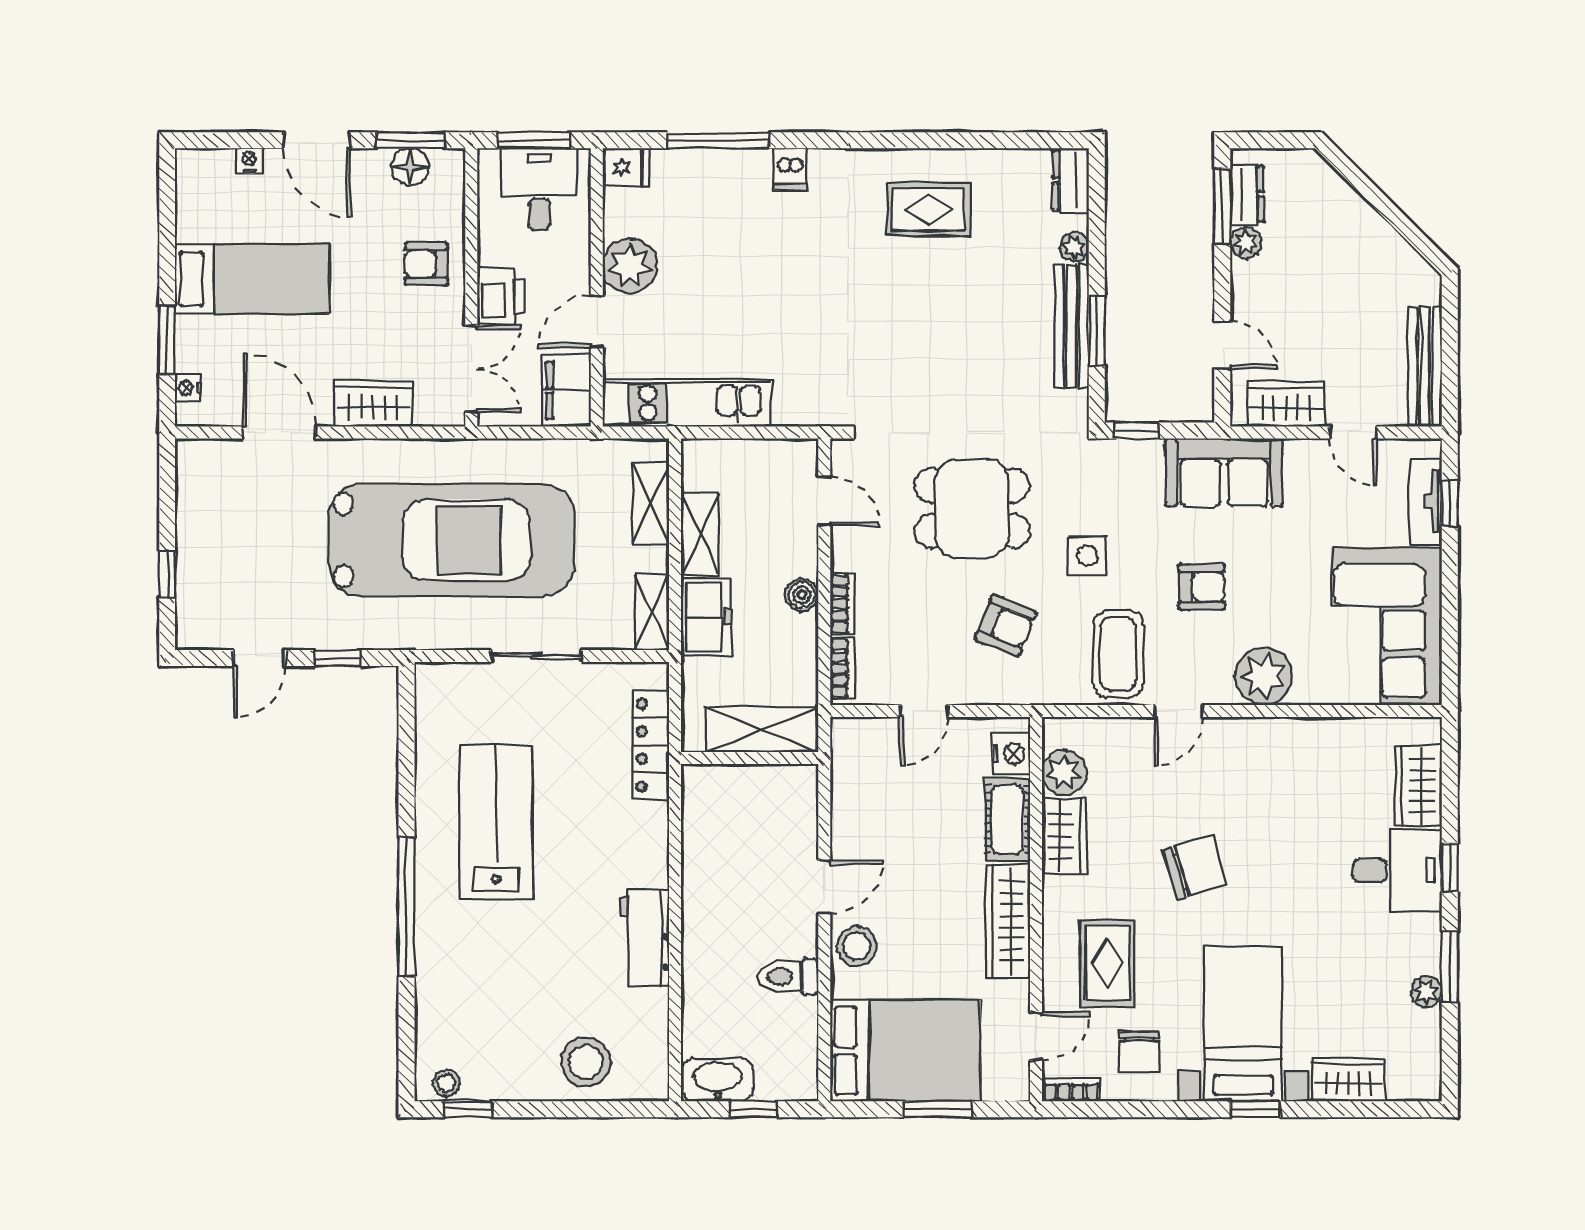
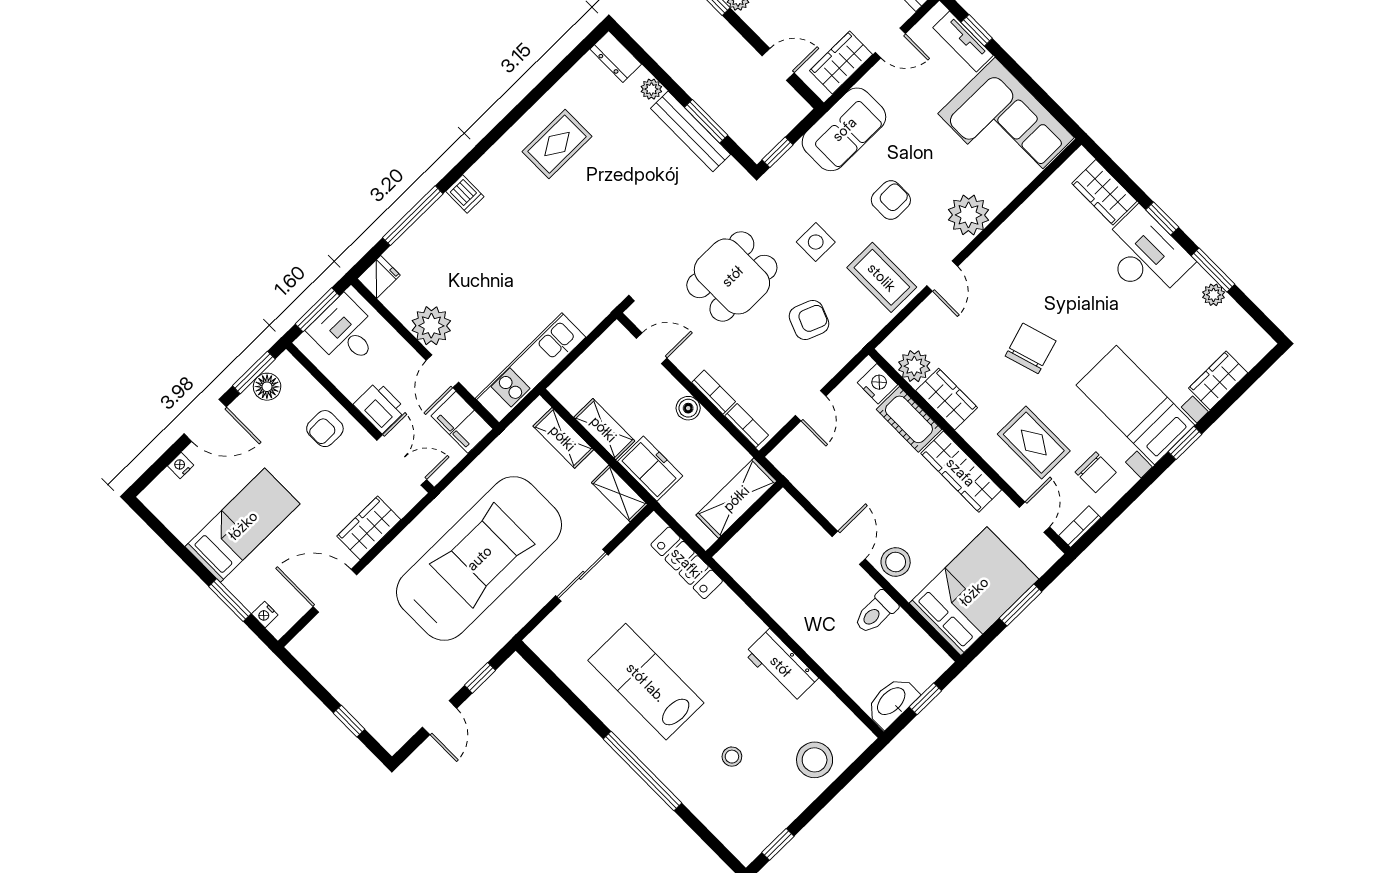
desk: (1397, 871) -> (1145, 255), width x1.37
stool: (446, 1083) -> (732, 757), moved

